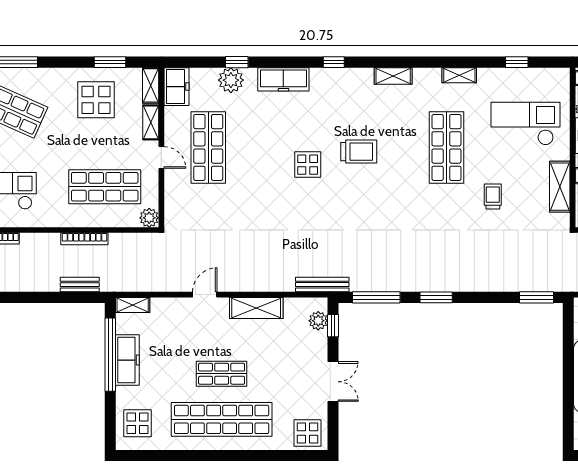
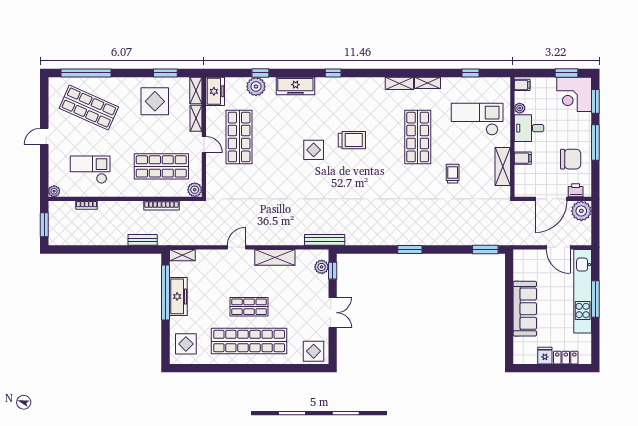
shelving: (393, 76) -> (399, 83), moved
bookcase: (84, 239) -> (161, 205), moved
window: (376, 297) -> (365, 249), removed

